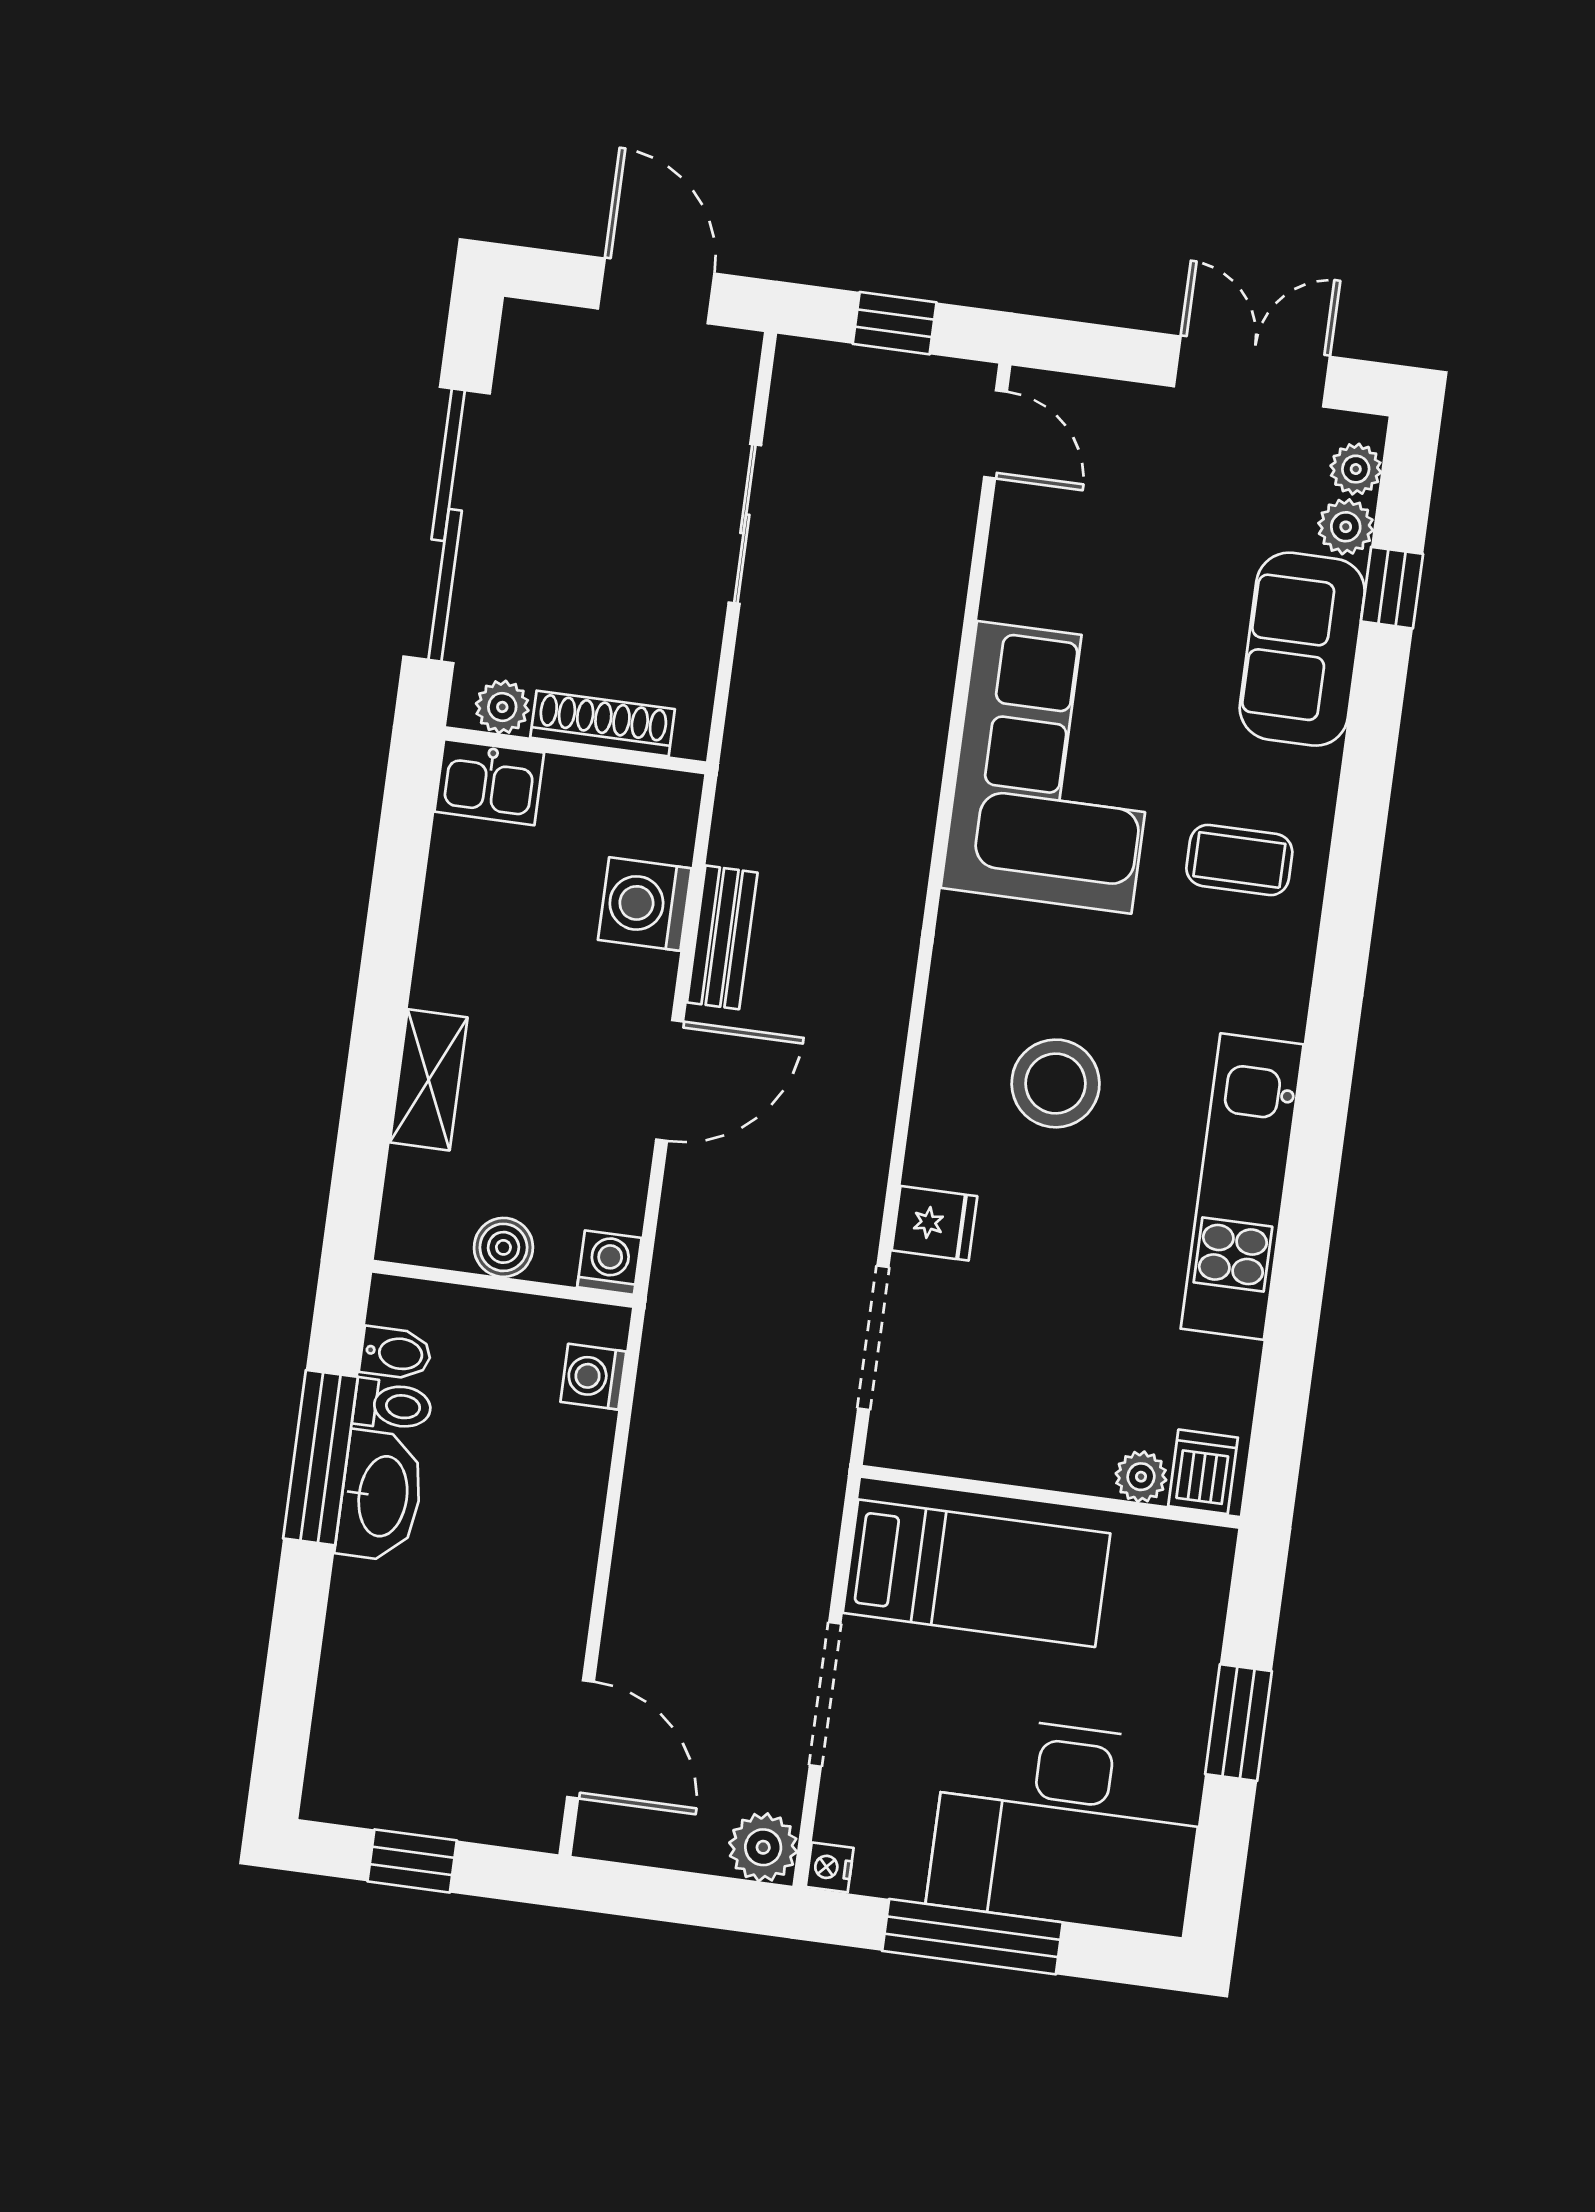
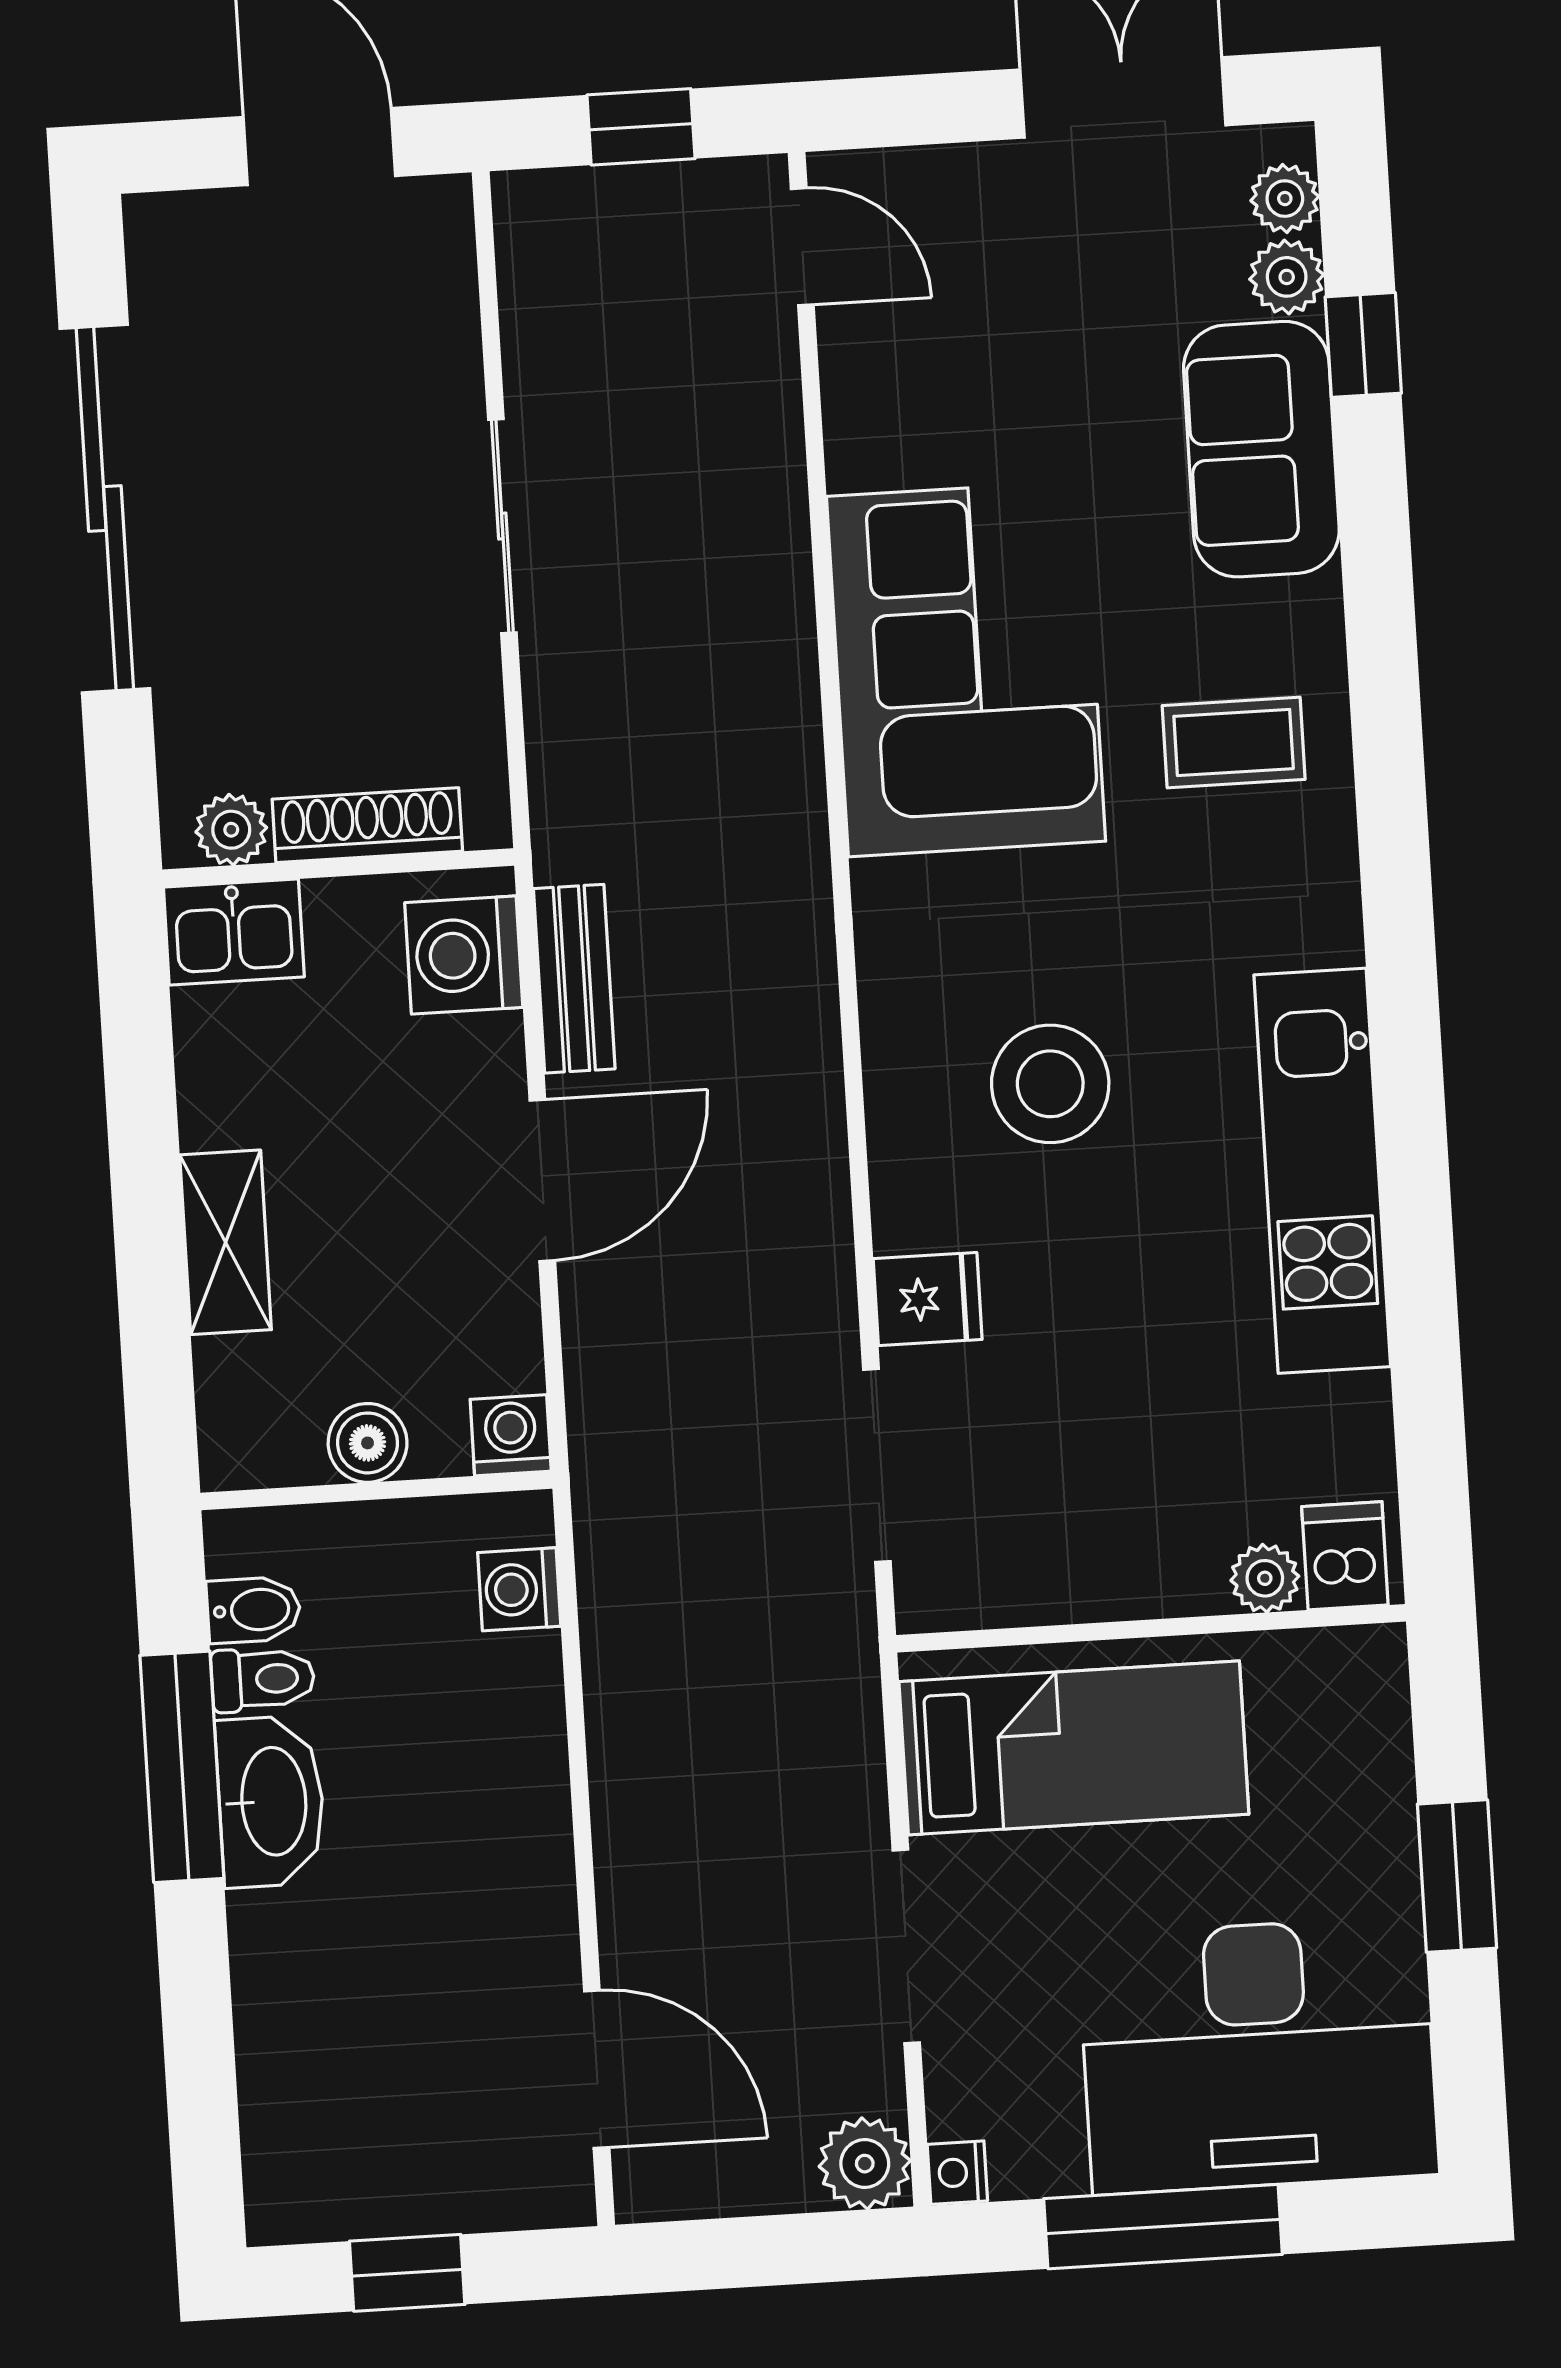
sliding door: (745, 524) -> (502, 526), moved
plant: (502, 707) -> (231, 830), moved
shoe rack: (603, 723) -> (367, 825), moved
wall: (575, 750) -> (338, 868), moved
kitchen sink: (489, 782) -> (234, 932), moved

